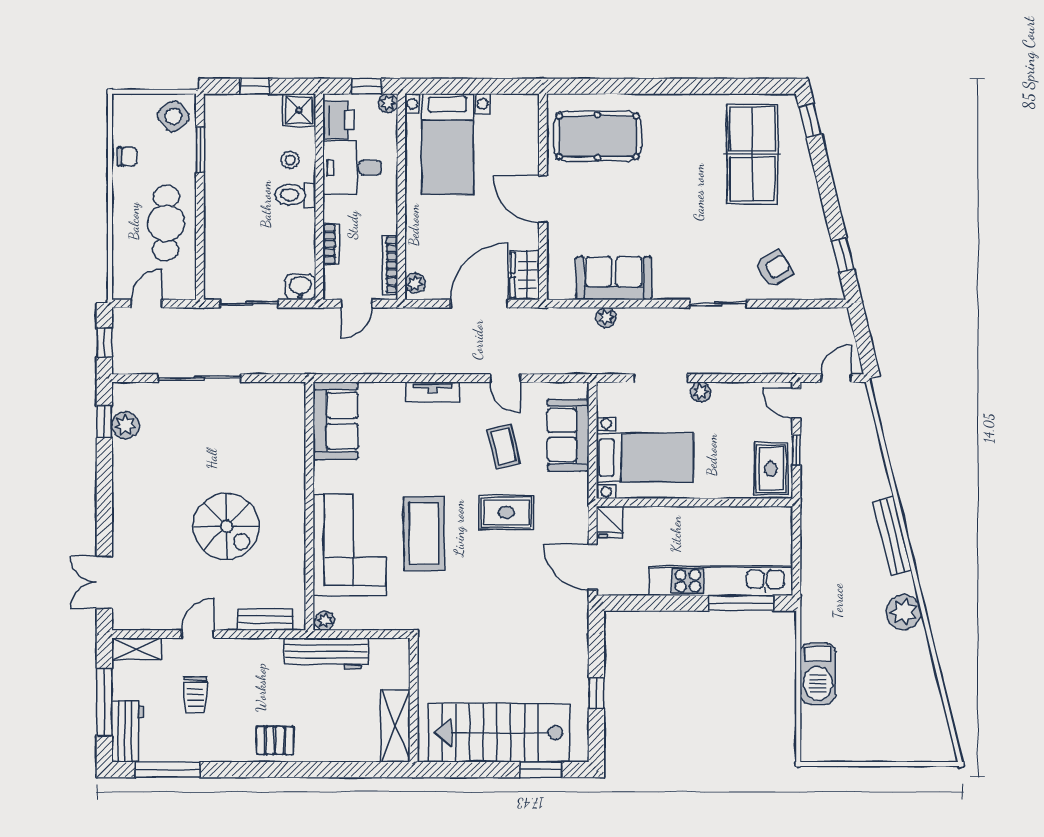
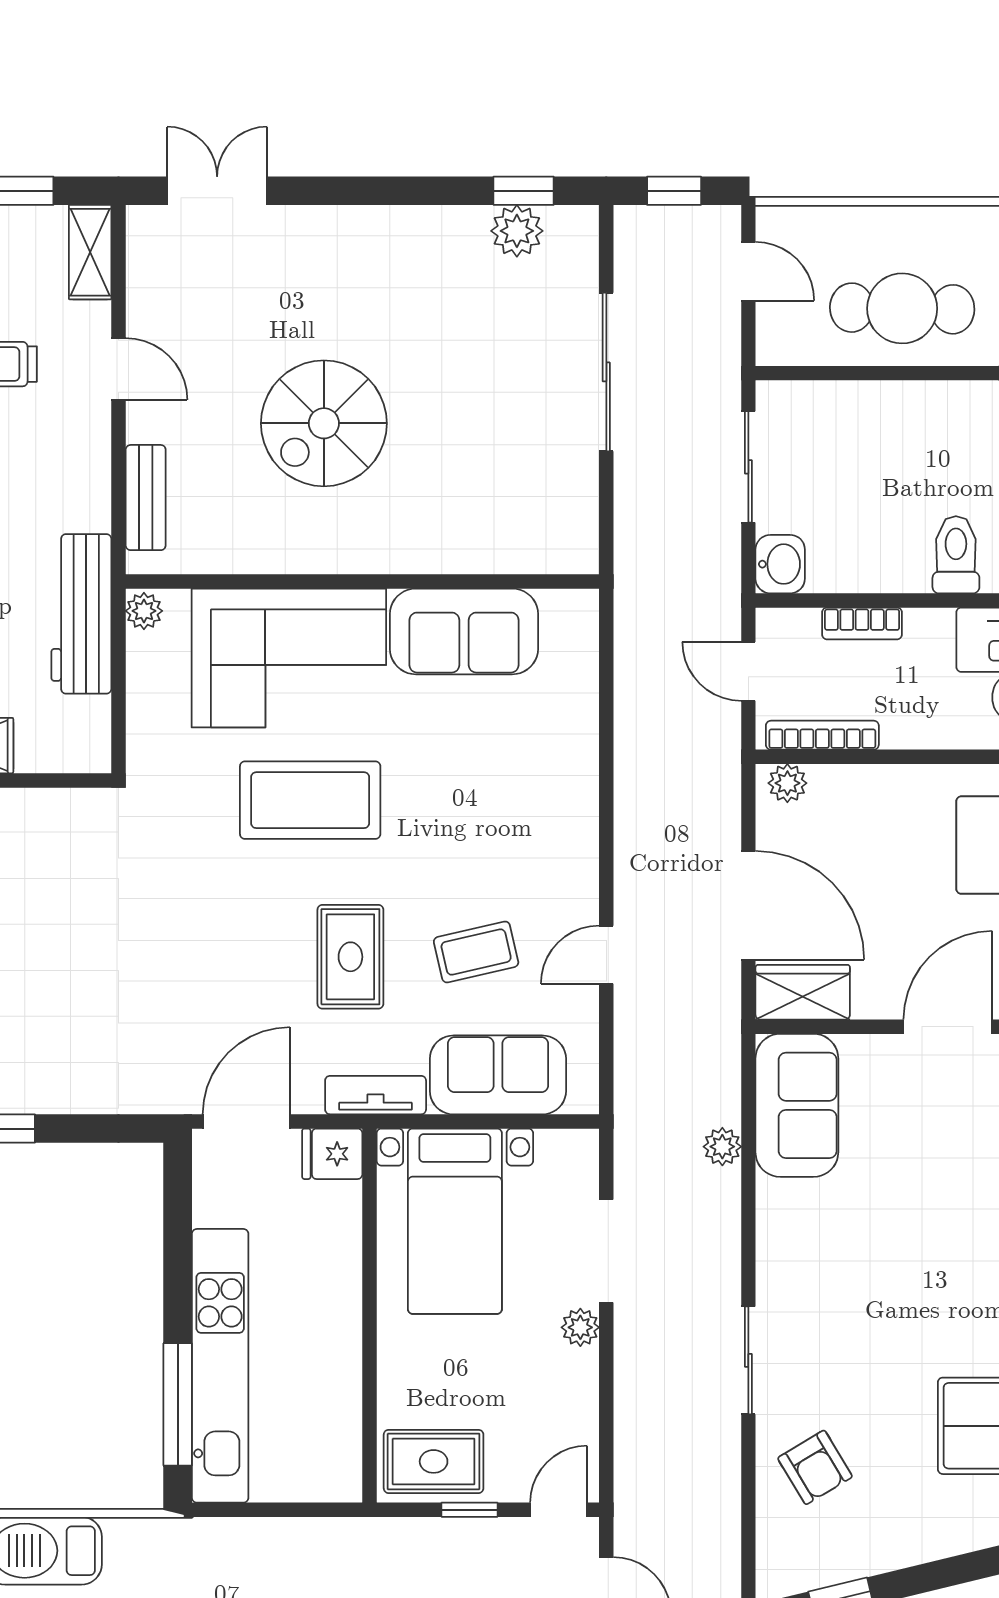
sofa: (614, 278) -> (797, 1105), moved
tv unit: (433, 392) -> (376, 1095), moved, turned 90
sofa: (336, 421) -> (464, 631), moved

